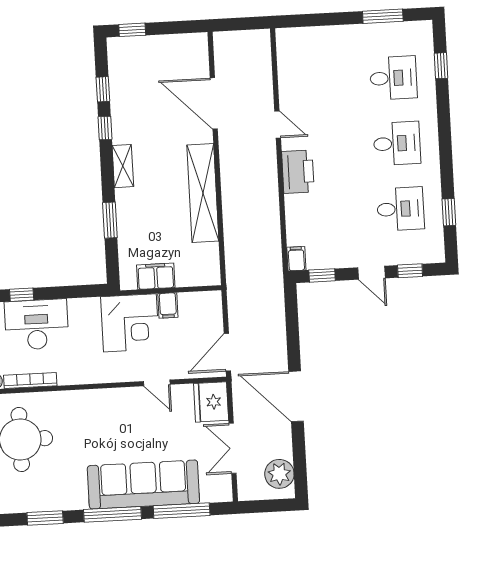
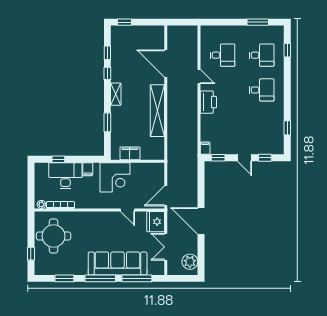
desk: (400, 209) -> (223, 55), moved
filing cabinet: (168, 305) -> (88, 169), moved

